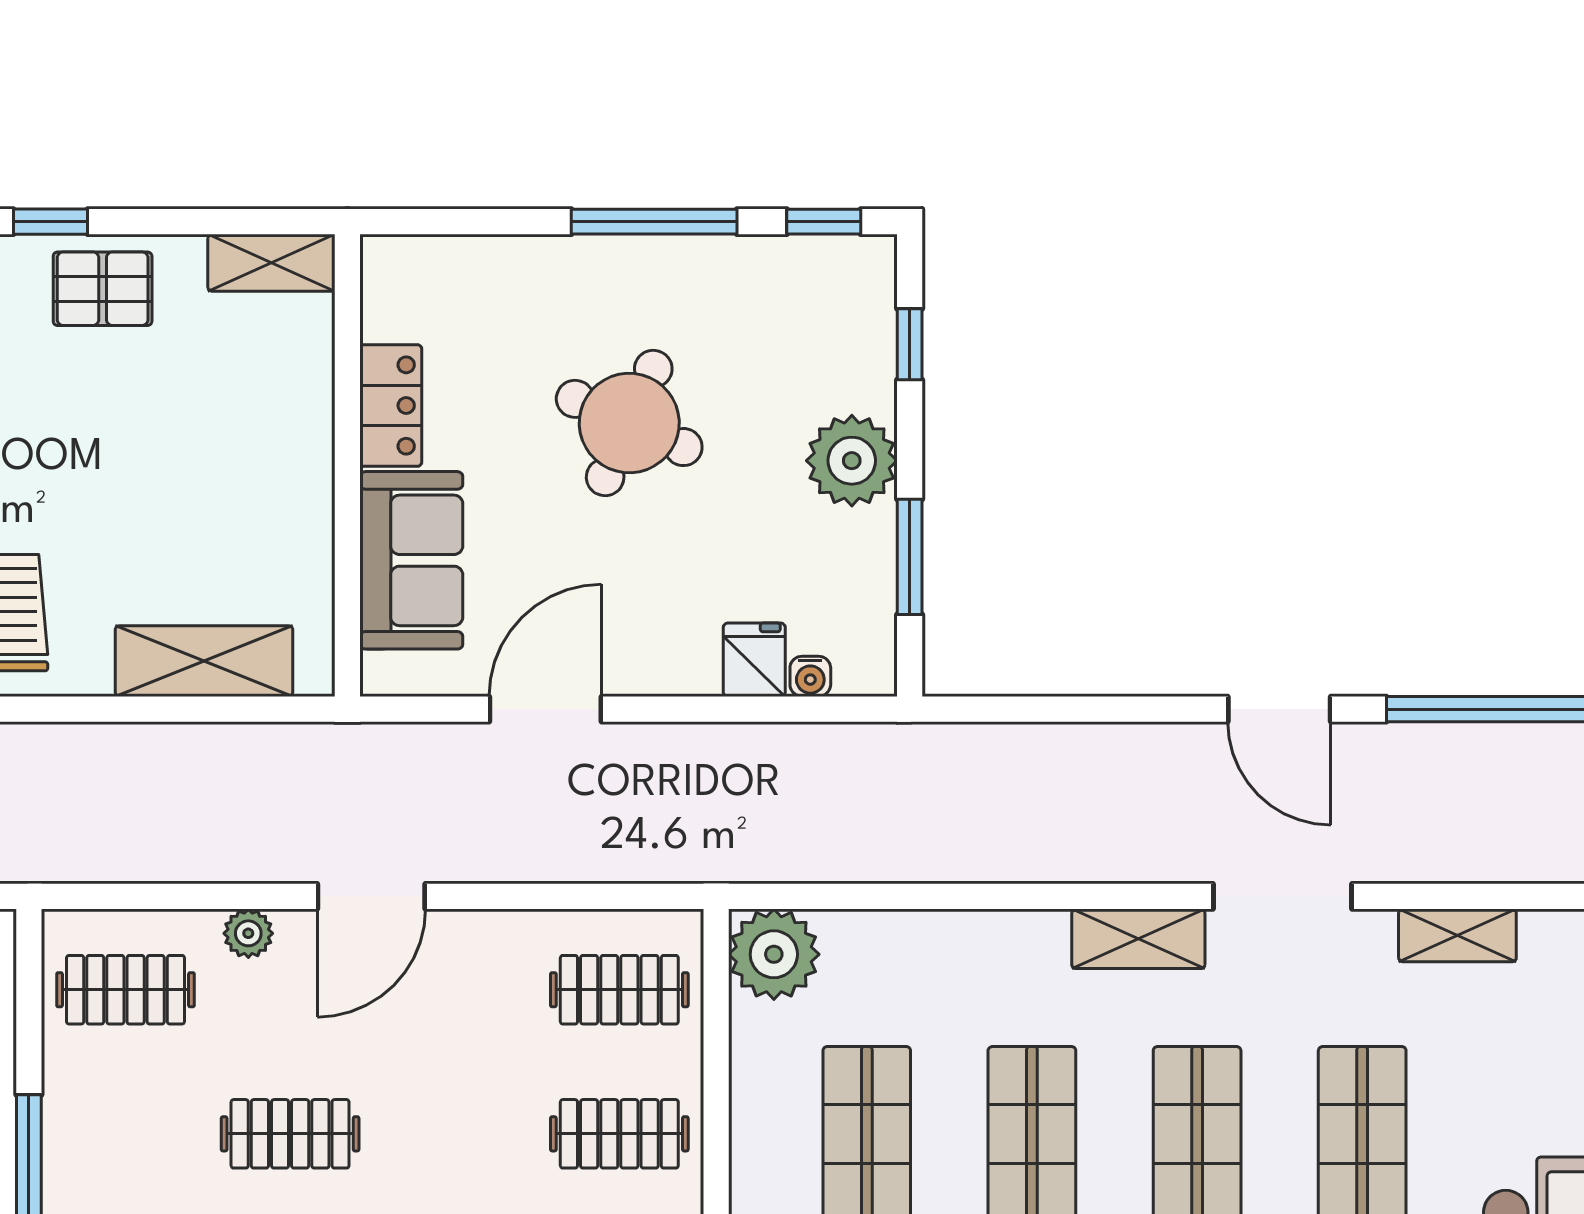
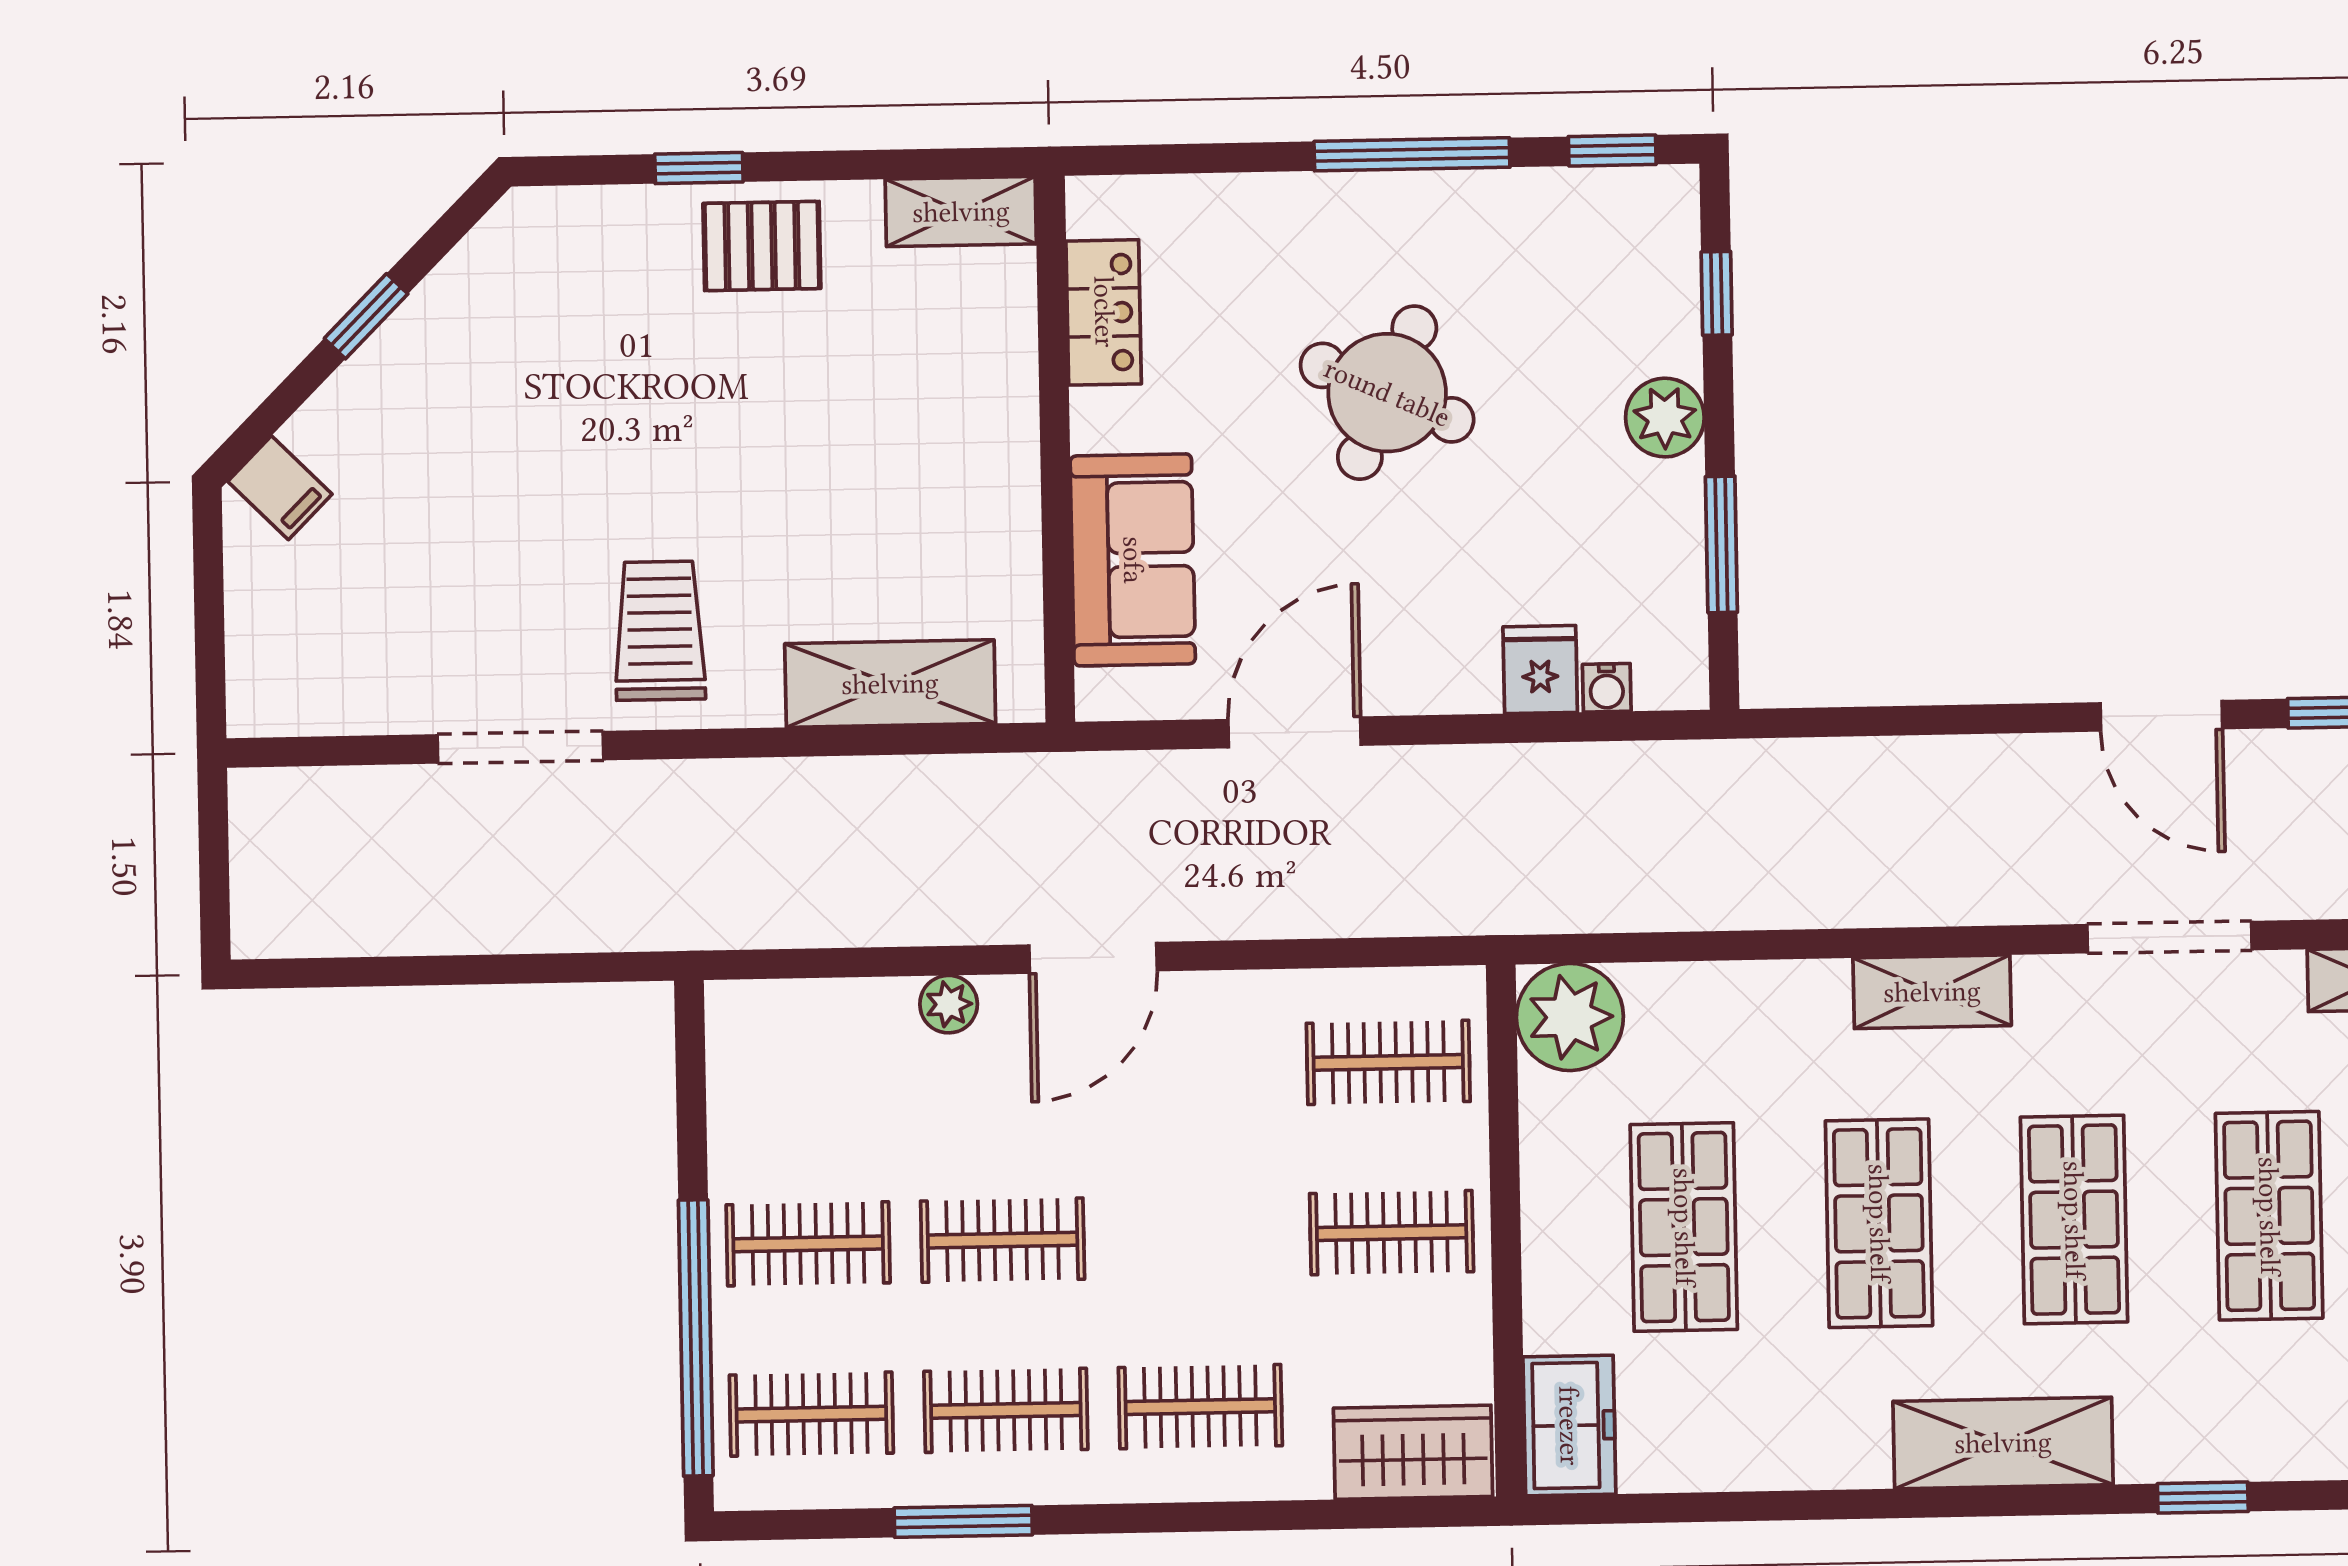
locker: (391, 406) -> (1104, 312), moved
plant: (852, 461) -> (1665, 418), width x0.73, depth x0.73
shelving: (1138, 939) -> (1932, 992), moved
clothes rail: (125, 990) -> (808, 1244), moved

